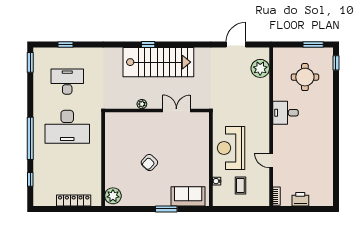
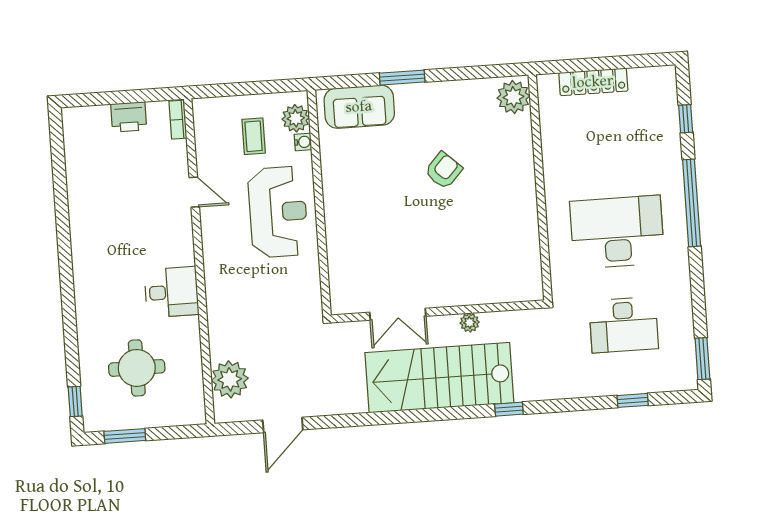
window: (148, 44) -> (509, 409), moved
plant: (142, 104) -> (470, 323), moved
wall: (157, 111) -> (438, 311), moved
double door: (176, 111) -> (398, 314), moved
plant: (219, 193) -> (296, 118), added

